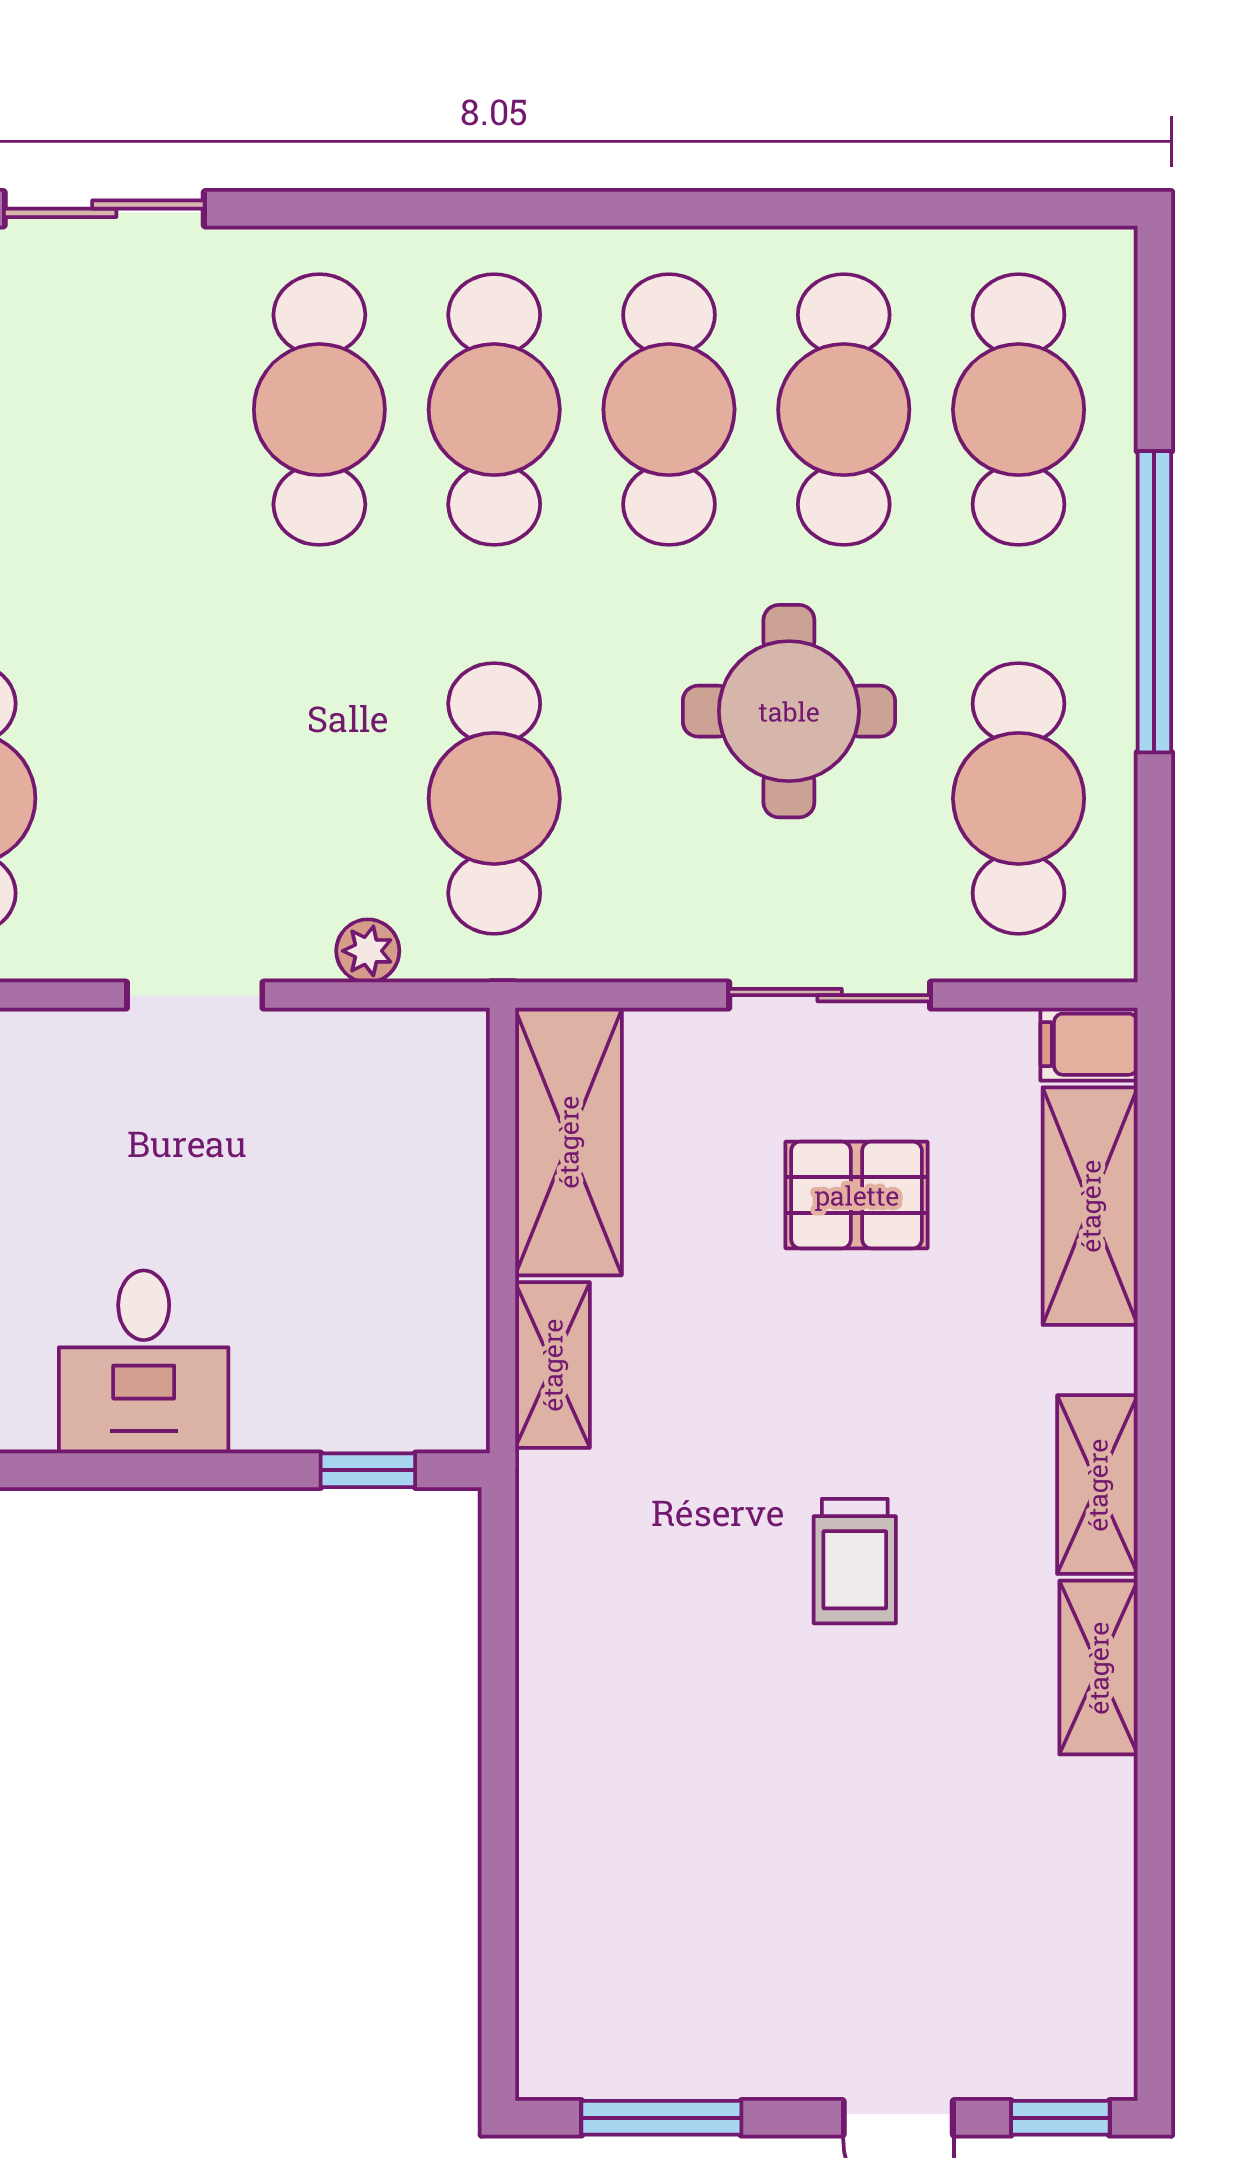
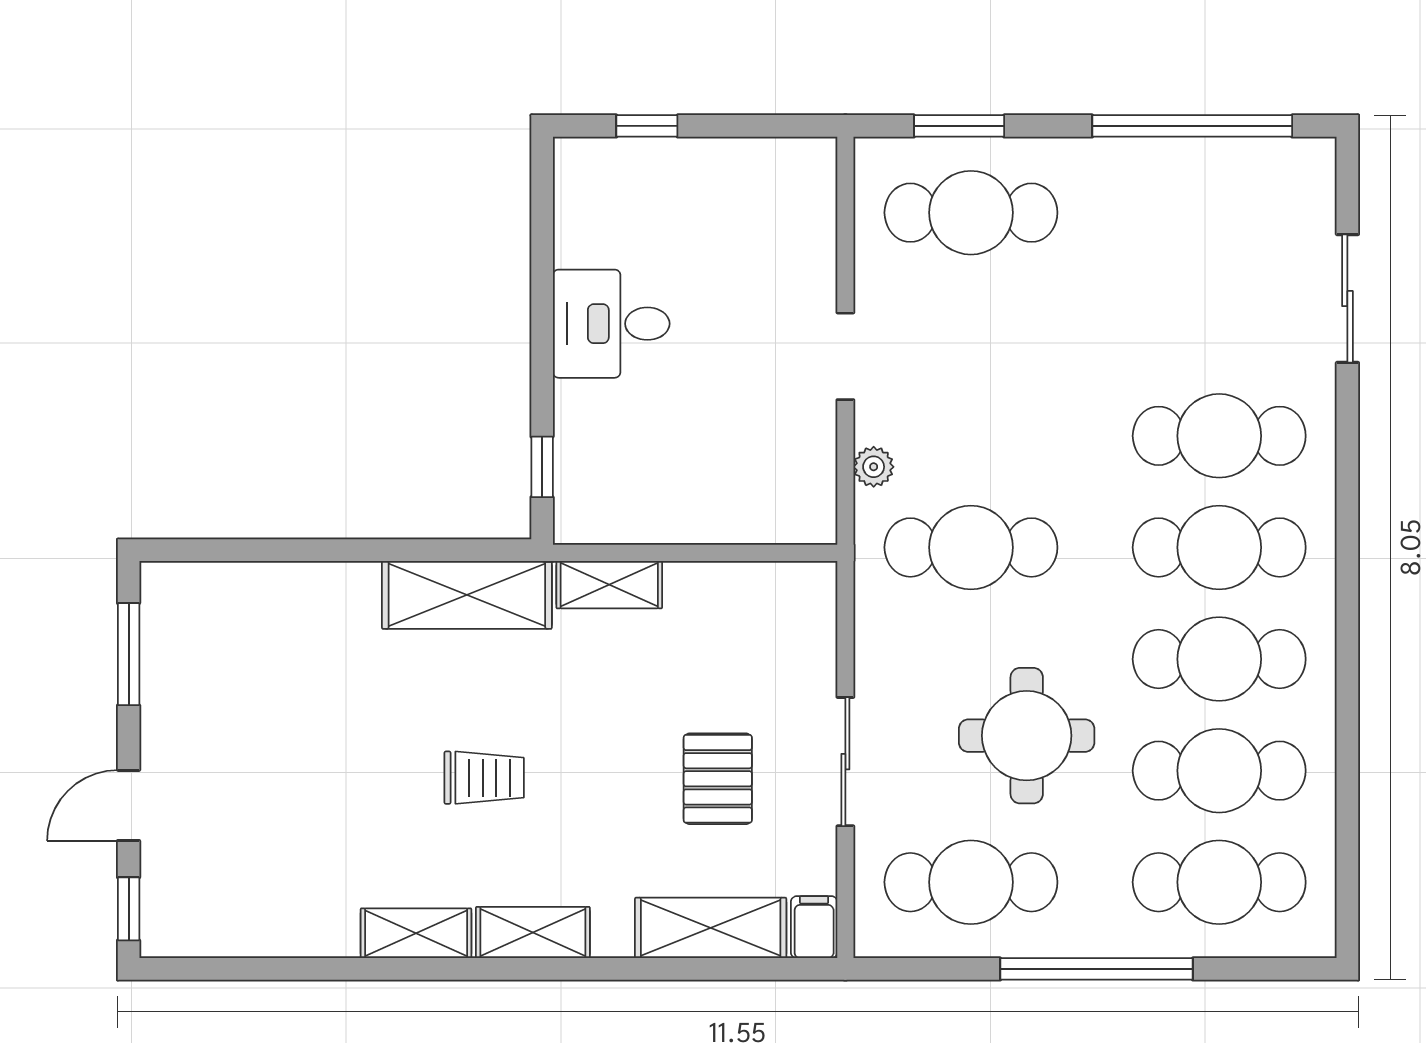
shelving: (568, 1142) -> (467, 595), moved
trolley: (855, 1561) -> (484, 778), turned 180

